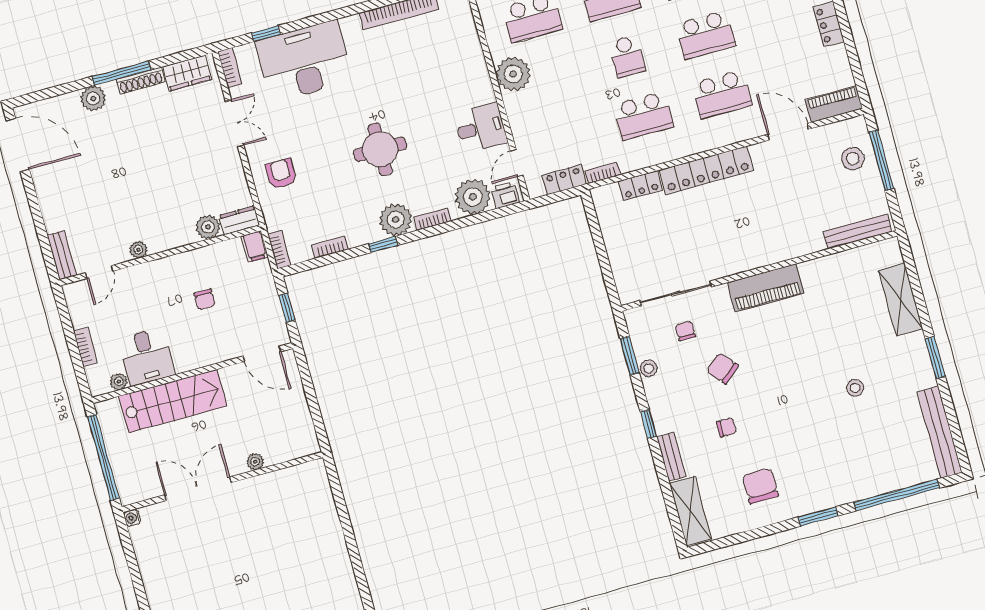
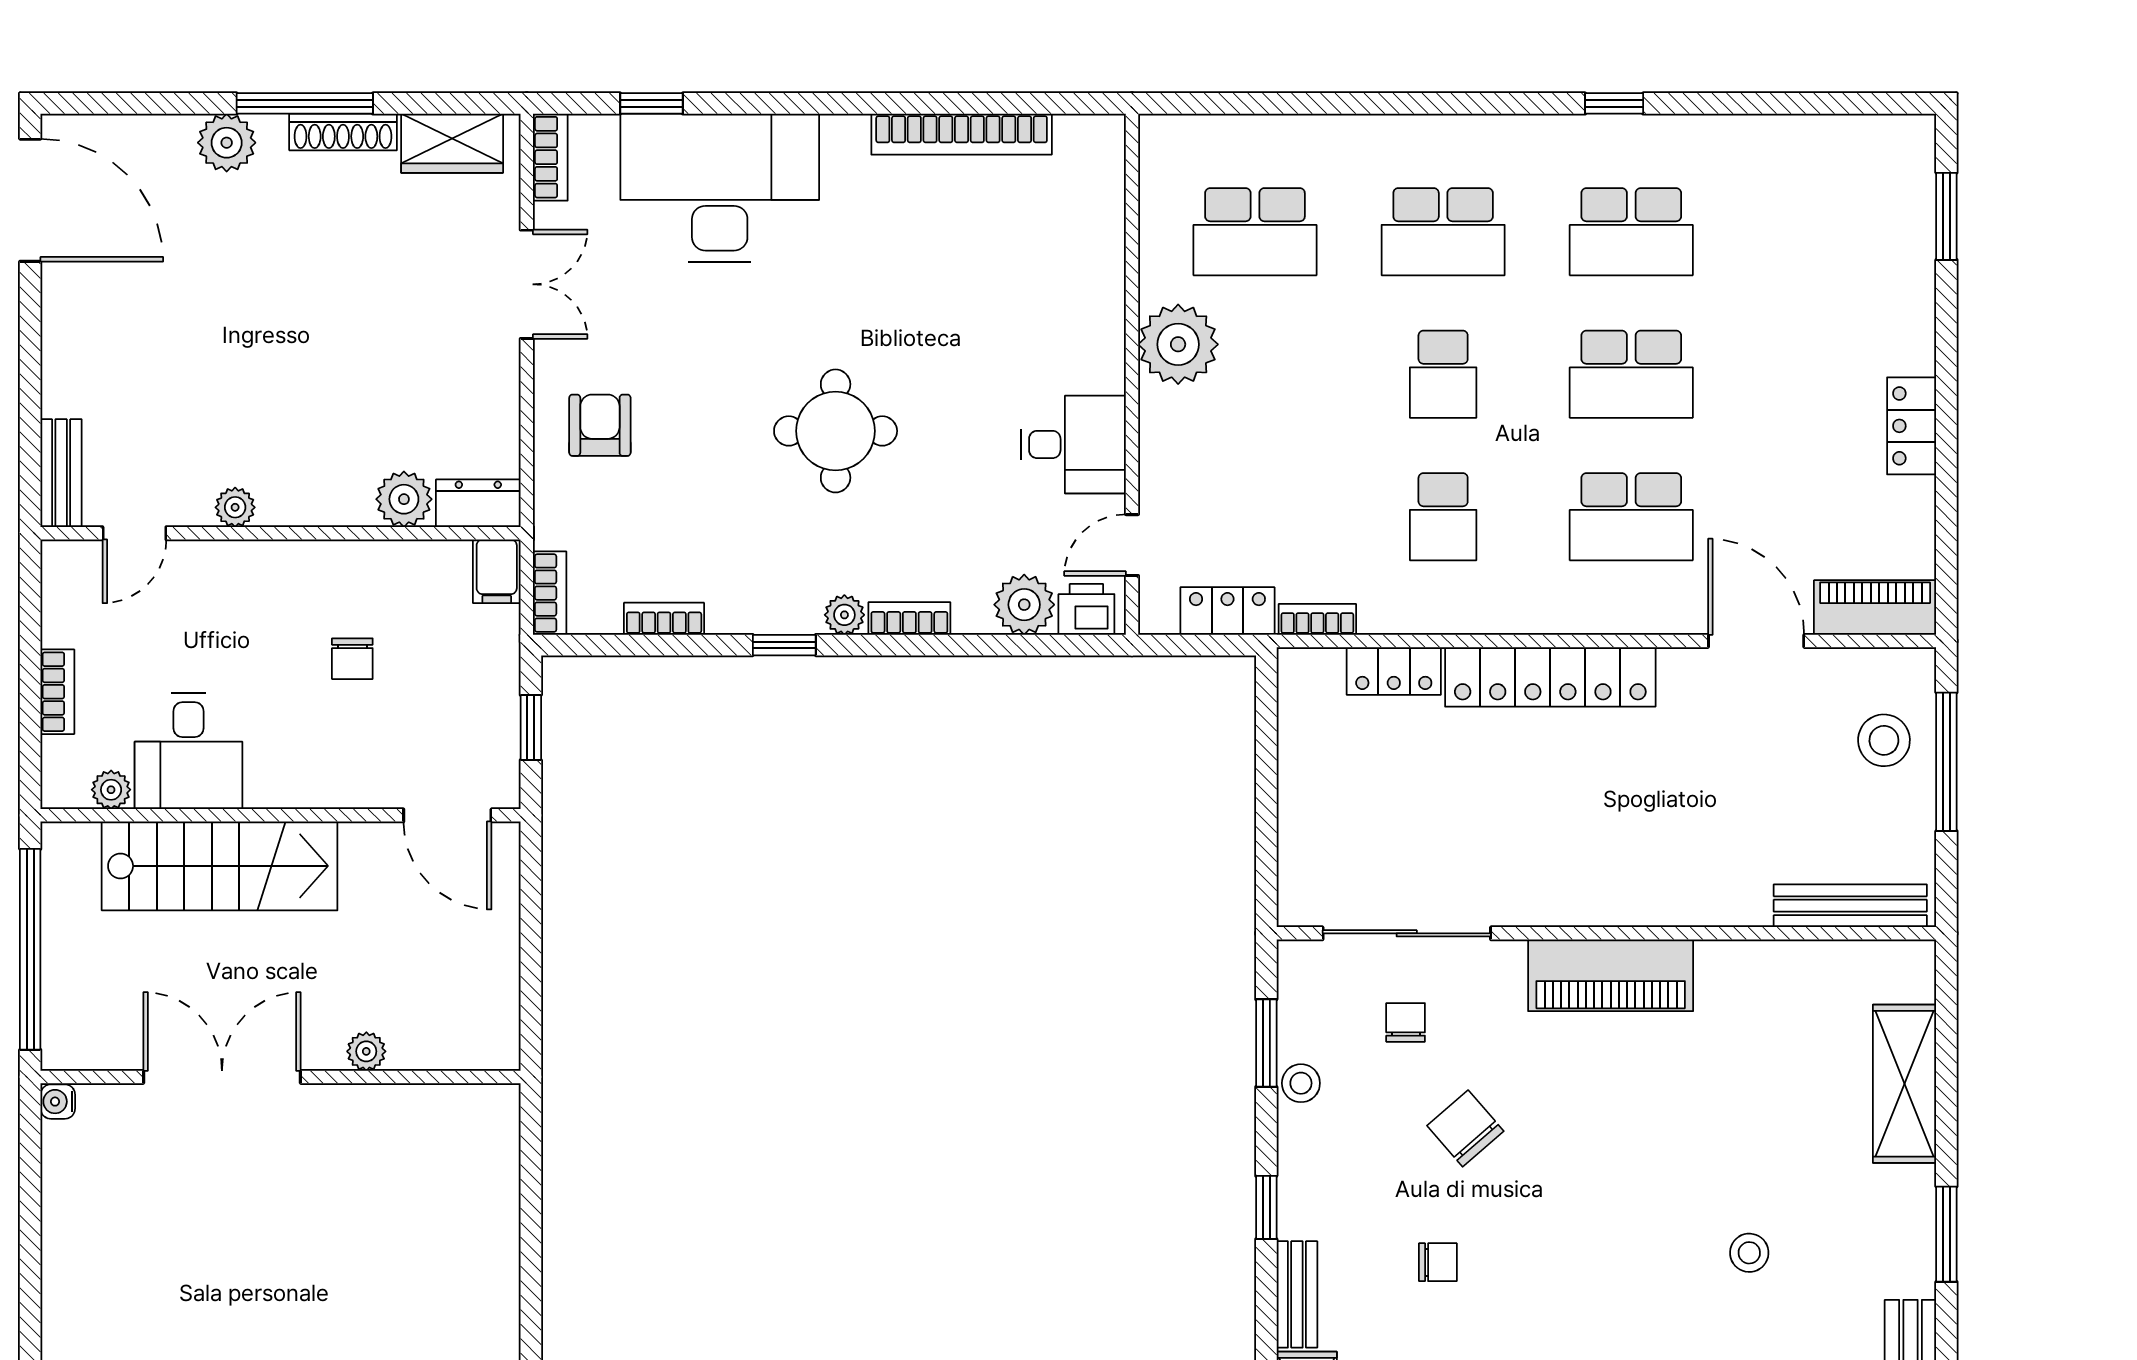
school desk: (643, 116) -> (1443, 517), width x0.54
plant: (473, 197) -> (1024, 605), width x0.73, depth x0.73
plant: (396, 220) -> (844, 615), width x0.53, depth x0.53

